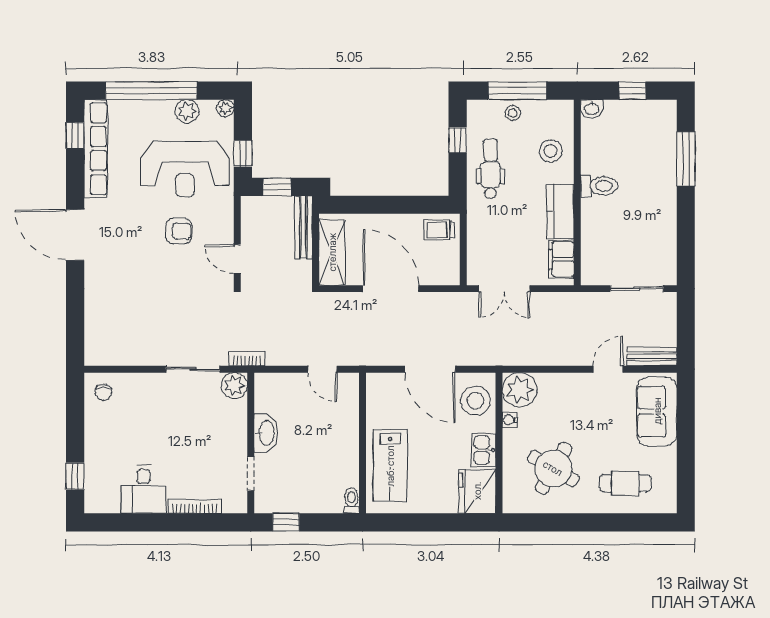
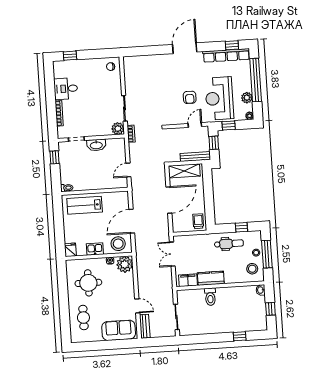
stool: (551, 151) -> (252, 269), moved
window: (686, 159) -> (240, 336), width x0.46
toilet: (599, 186) -> (210, 297), moved
door: (237, 259) -> (195, 125), moved
round table: (553, 468) -> (88, 283), turned -30
fridge: (477, 491) -> (70, 250), width x0.53, depth x0.75

